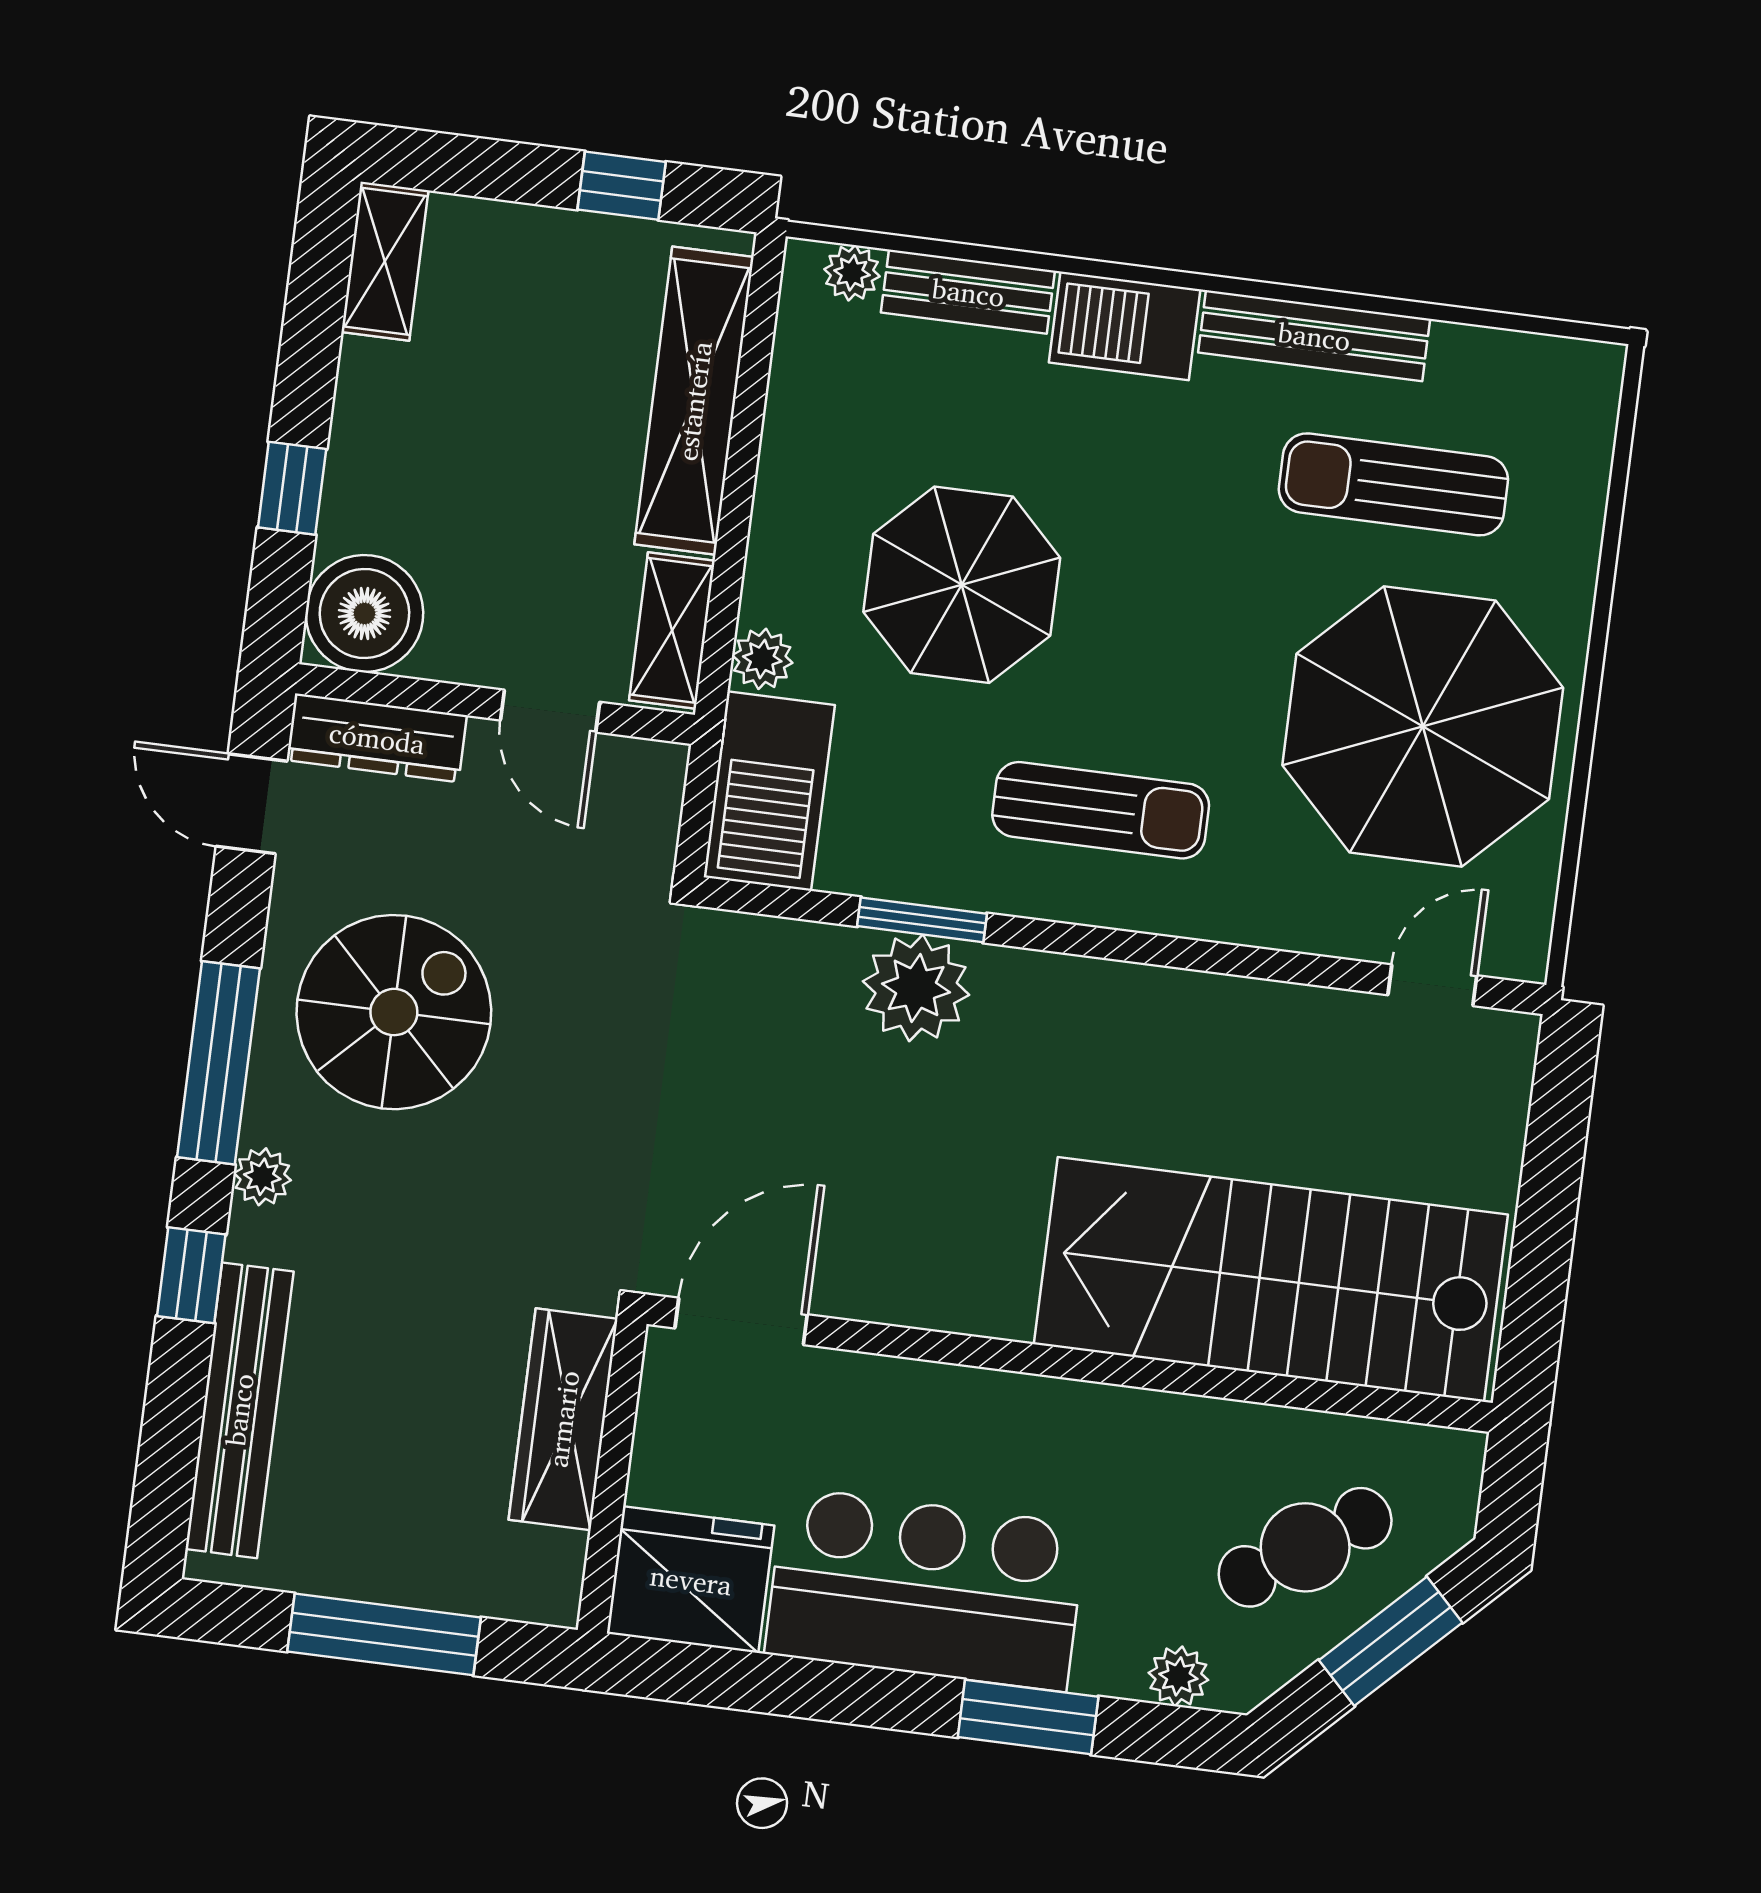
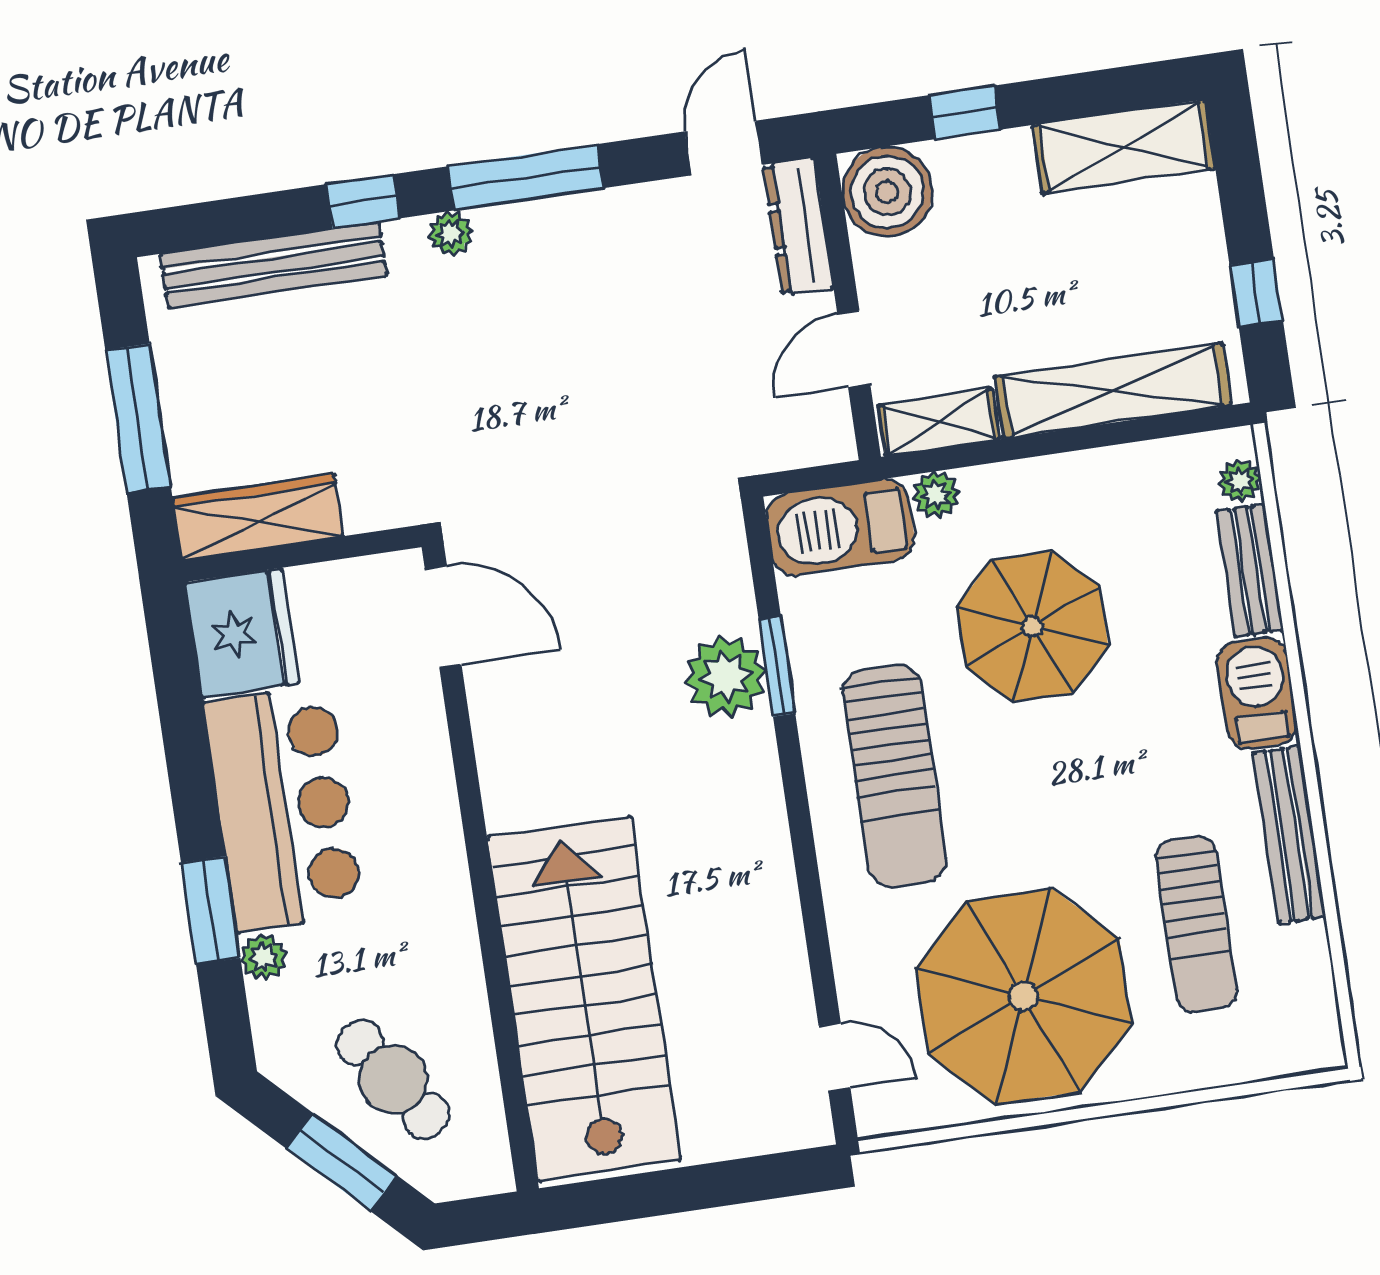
shelving: (385, 261) -> (1124, 147), width x1.50, depth x1.33
sun lounger: (1393, 484) -> (1196, 924), turned 180
sun lounger: (1101, 810) -> (895, 776), width x1.36, depth x1.34
spiral stairs: (394, 1012) -> (599, 296), removed
wardrobe: (563, 1419) -> (258, 517), moved
plant: (1178, 1676) -> (264, 957), moved

